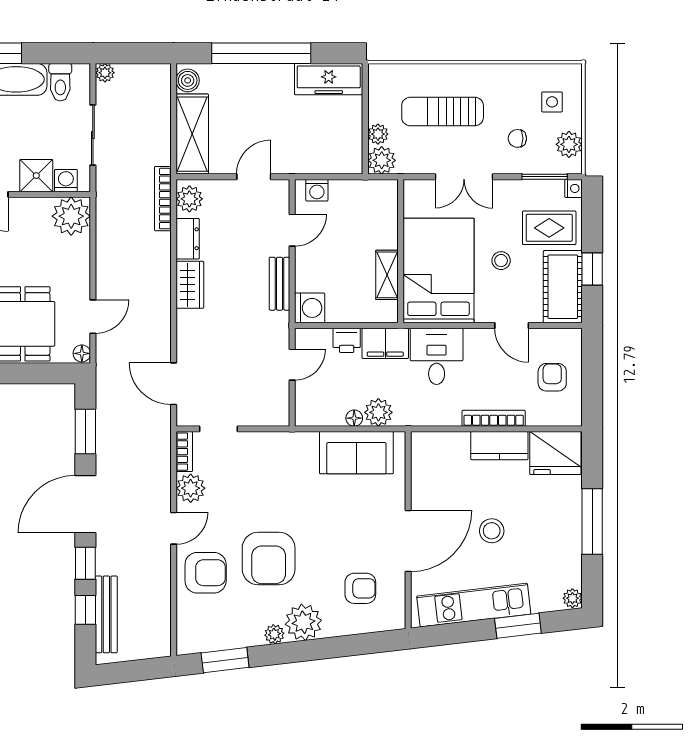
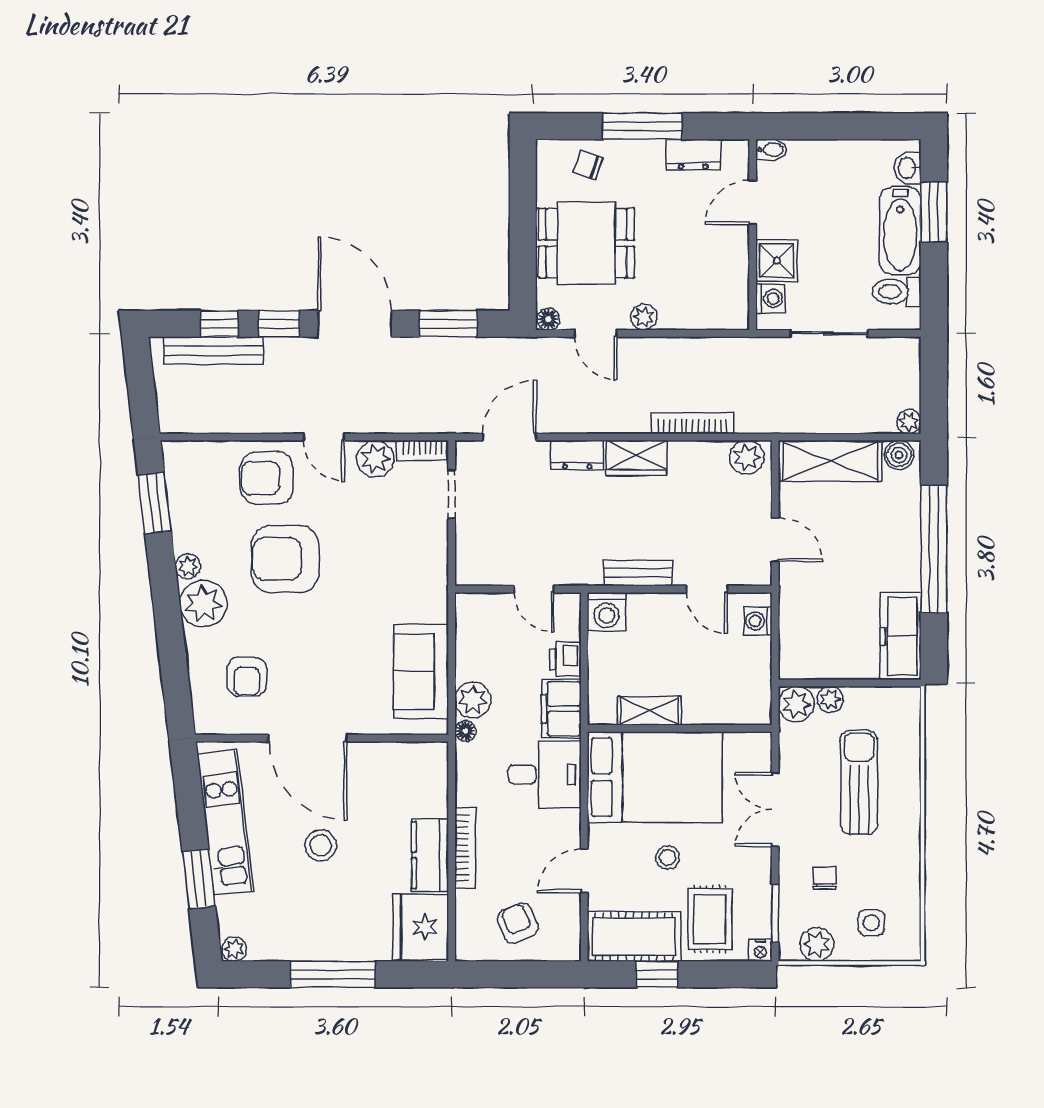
plant: (105, 73) -> (909, 422), moved
bookcase: (163, 199) -> (693, 423), moved
plant: (71, 216) -> (644, 317), moved, width x0.53, depth x0.53
dresser: (188, 239) -> (577, 455), moved
armchair: (552, 377) -> (518, 923), turned -114
floor lamp: (354, 418) -> (465, 731), moved
armchair: (206, 573) -> (267, 478), turned 90

